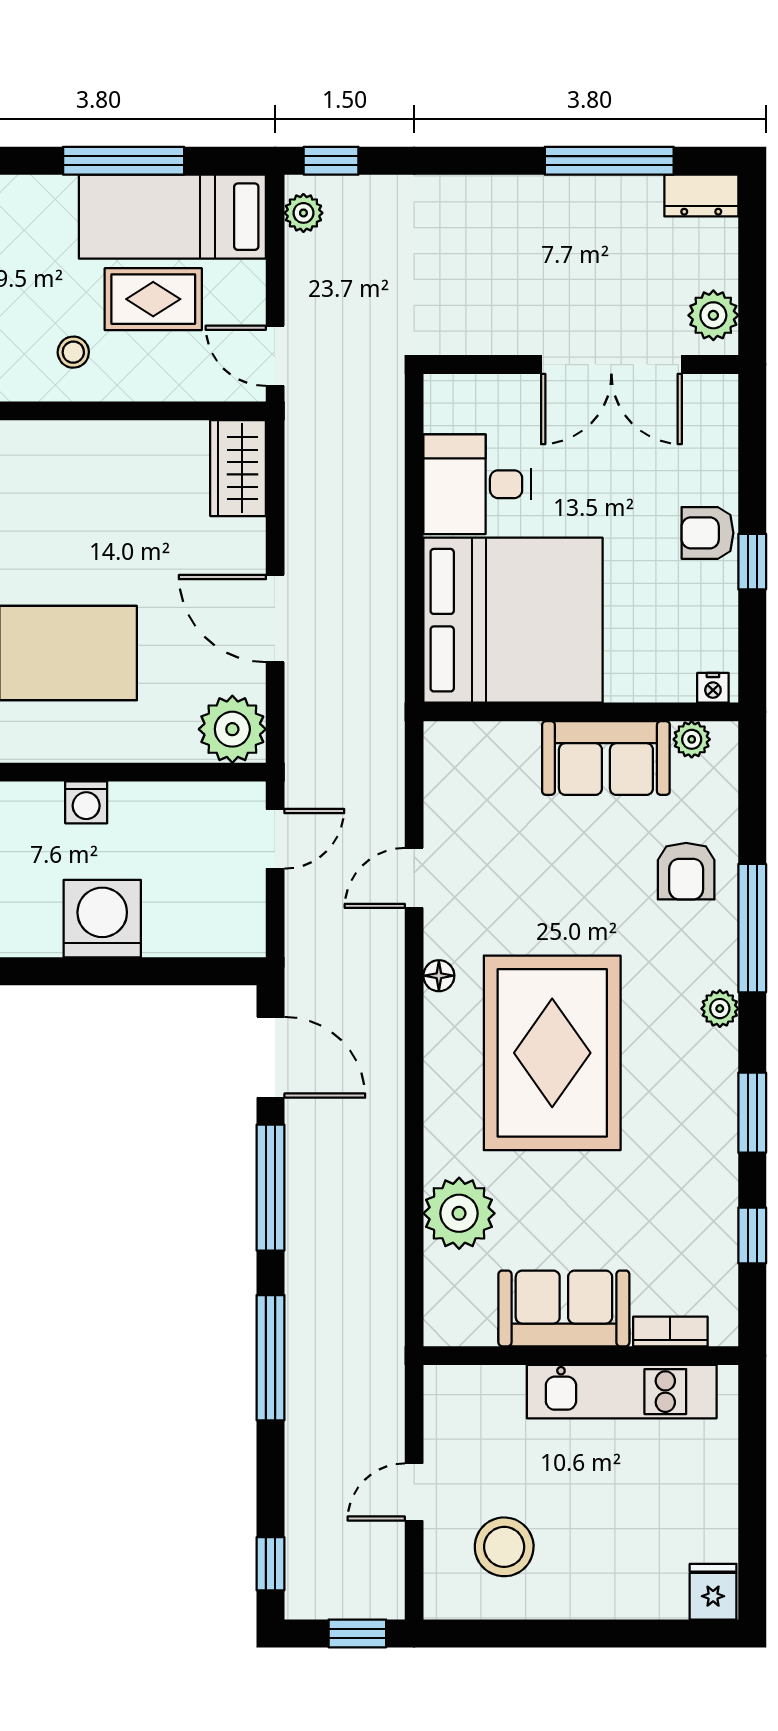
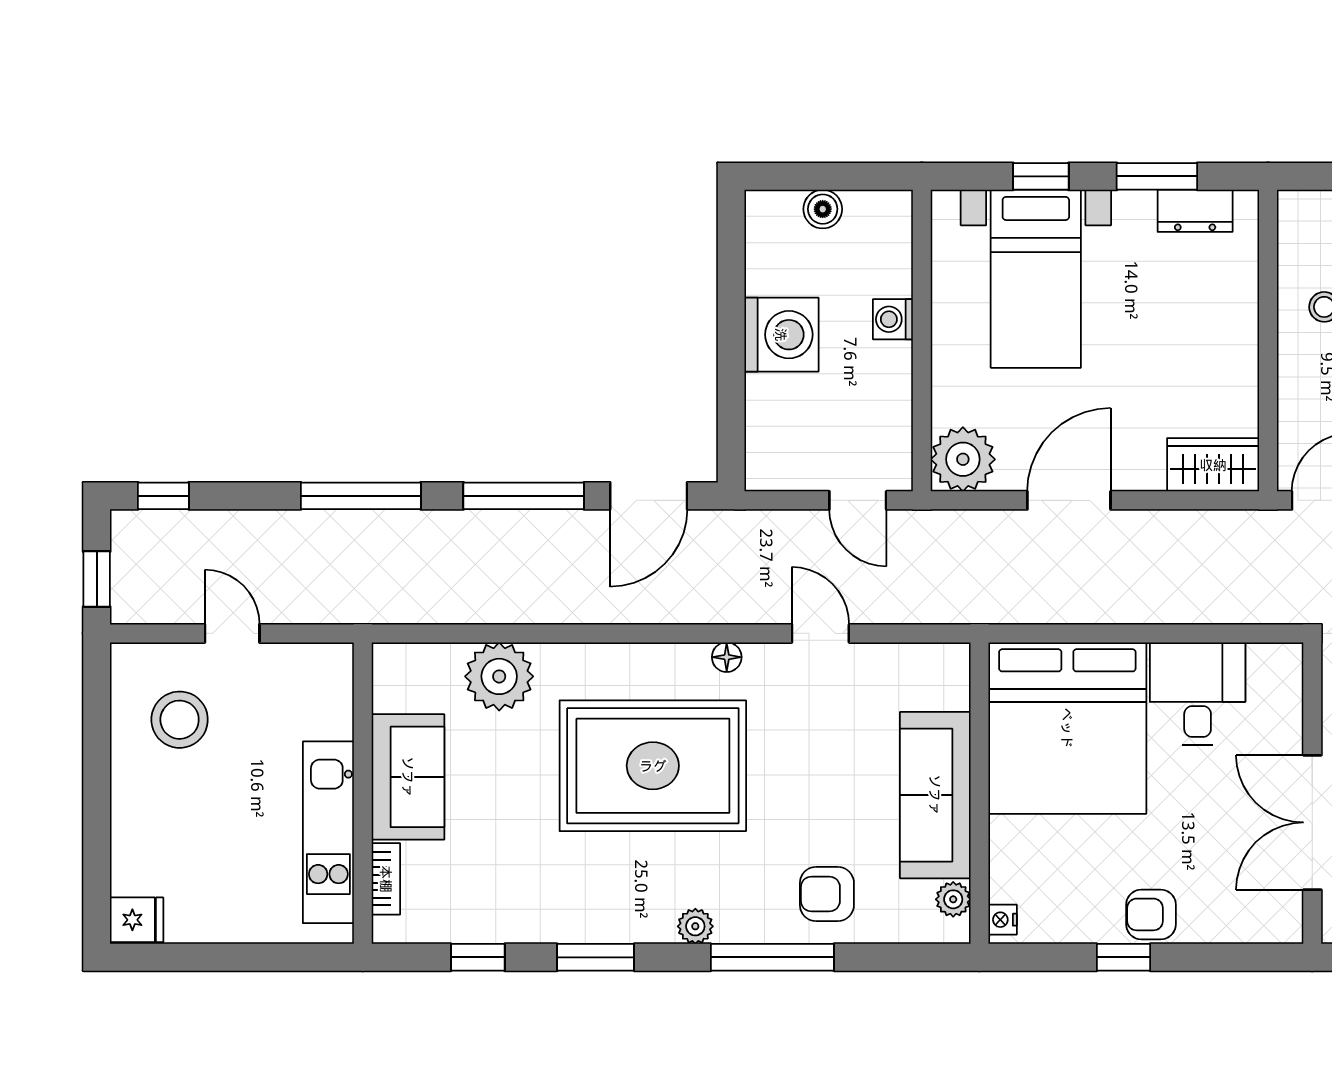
armchair: (707, 533) -> (1151, 914), turned -90
sofa: (606, 758) -> (935, 795), width x1.36

